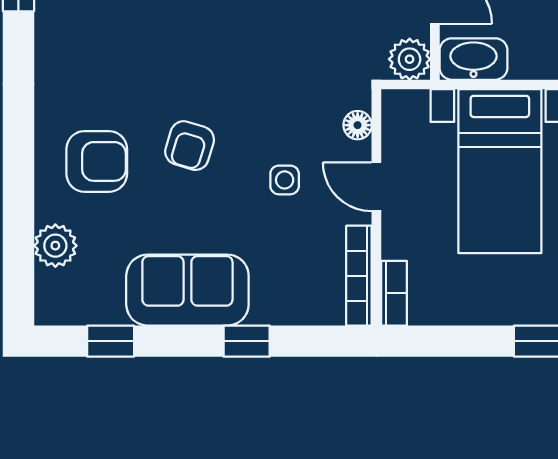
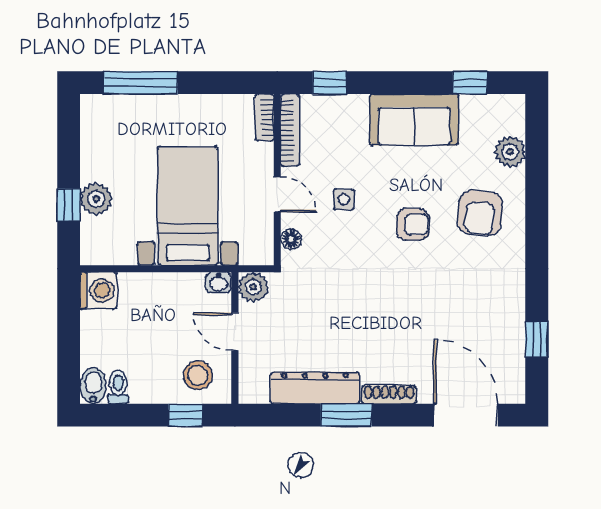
washbasin: (474, 59) -> (219, 282), width x0.52, depth x0.69
armchair: (190, 146) -> (413, 224), turned 73
armchair: (97, 161) -> (480, 213), turned -84
window: (247, 341) -> (330, 83), moved

